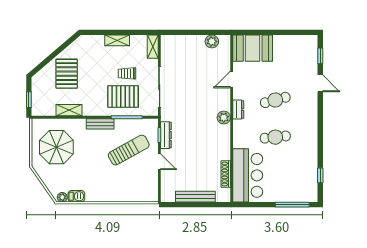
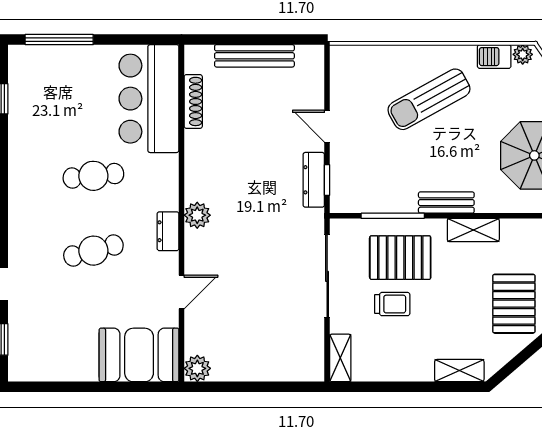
shelving: (117, 40) -> (459, 371), moved
plant: (212, 41) -> (197, 368), moved
shelving: (69, 110) -> (473, 230), moved
sun lounger: (129, 150) -> (429, 99), moved

